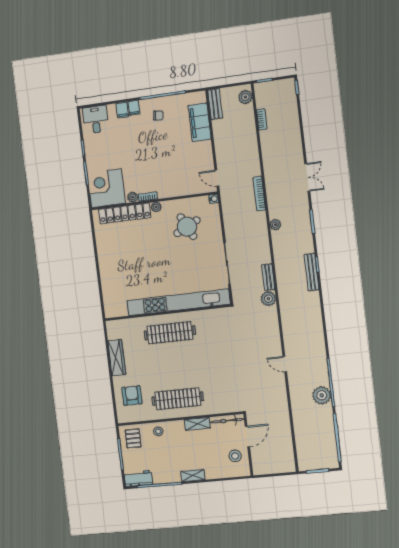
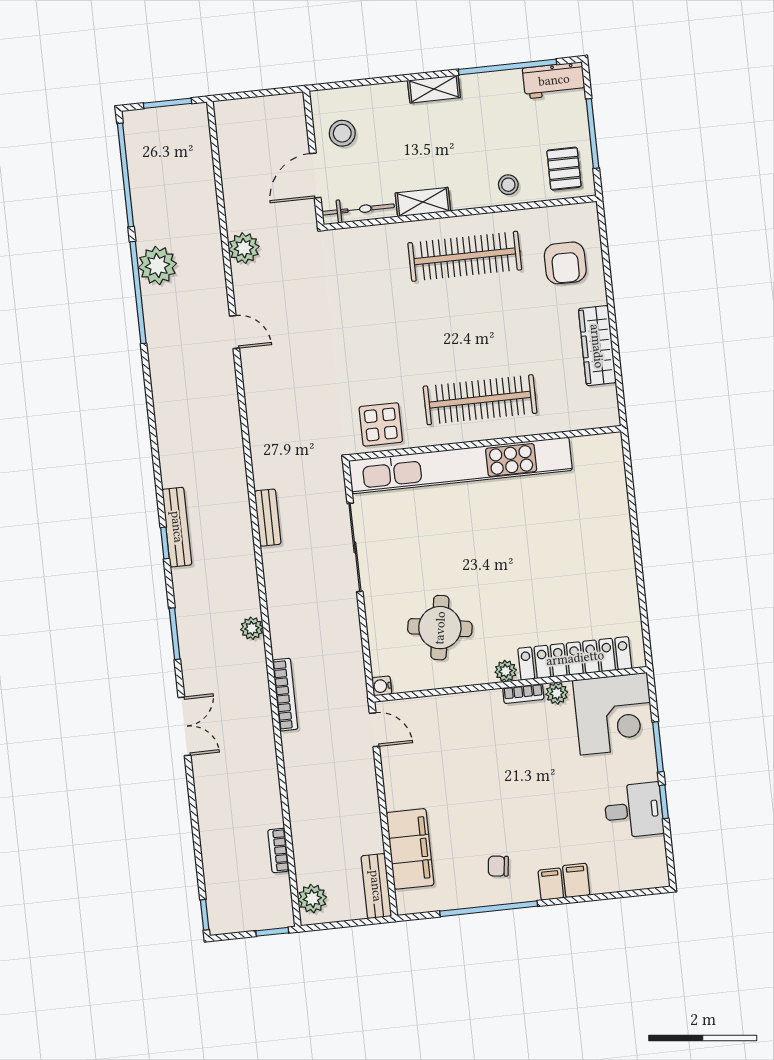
desk: (96, 119) -> (634, 810), moved, turned -90
double door: (307, 177) -> (184, 726), swing flipped
round table: (187, 227) -> (440, 628), turned 36
plant: (268, 299) -> (244, 248), moved
display table: (216, 321) -> (381, 424), added

